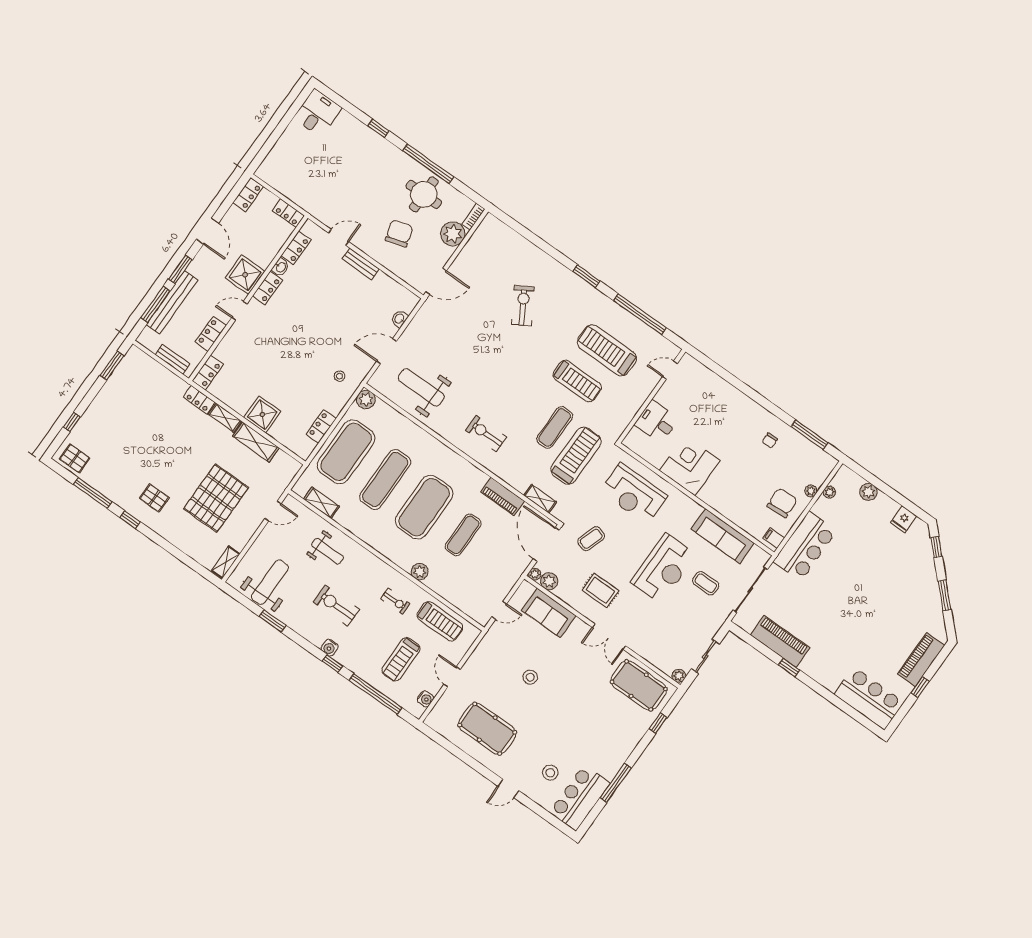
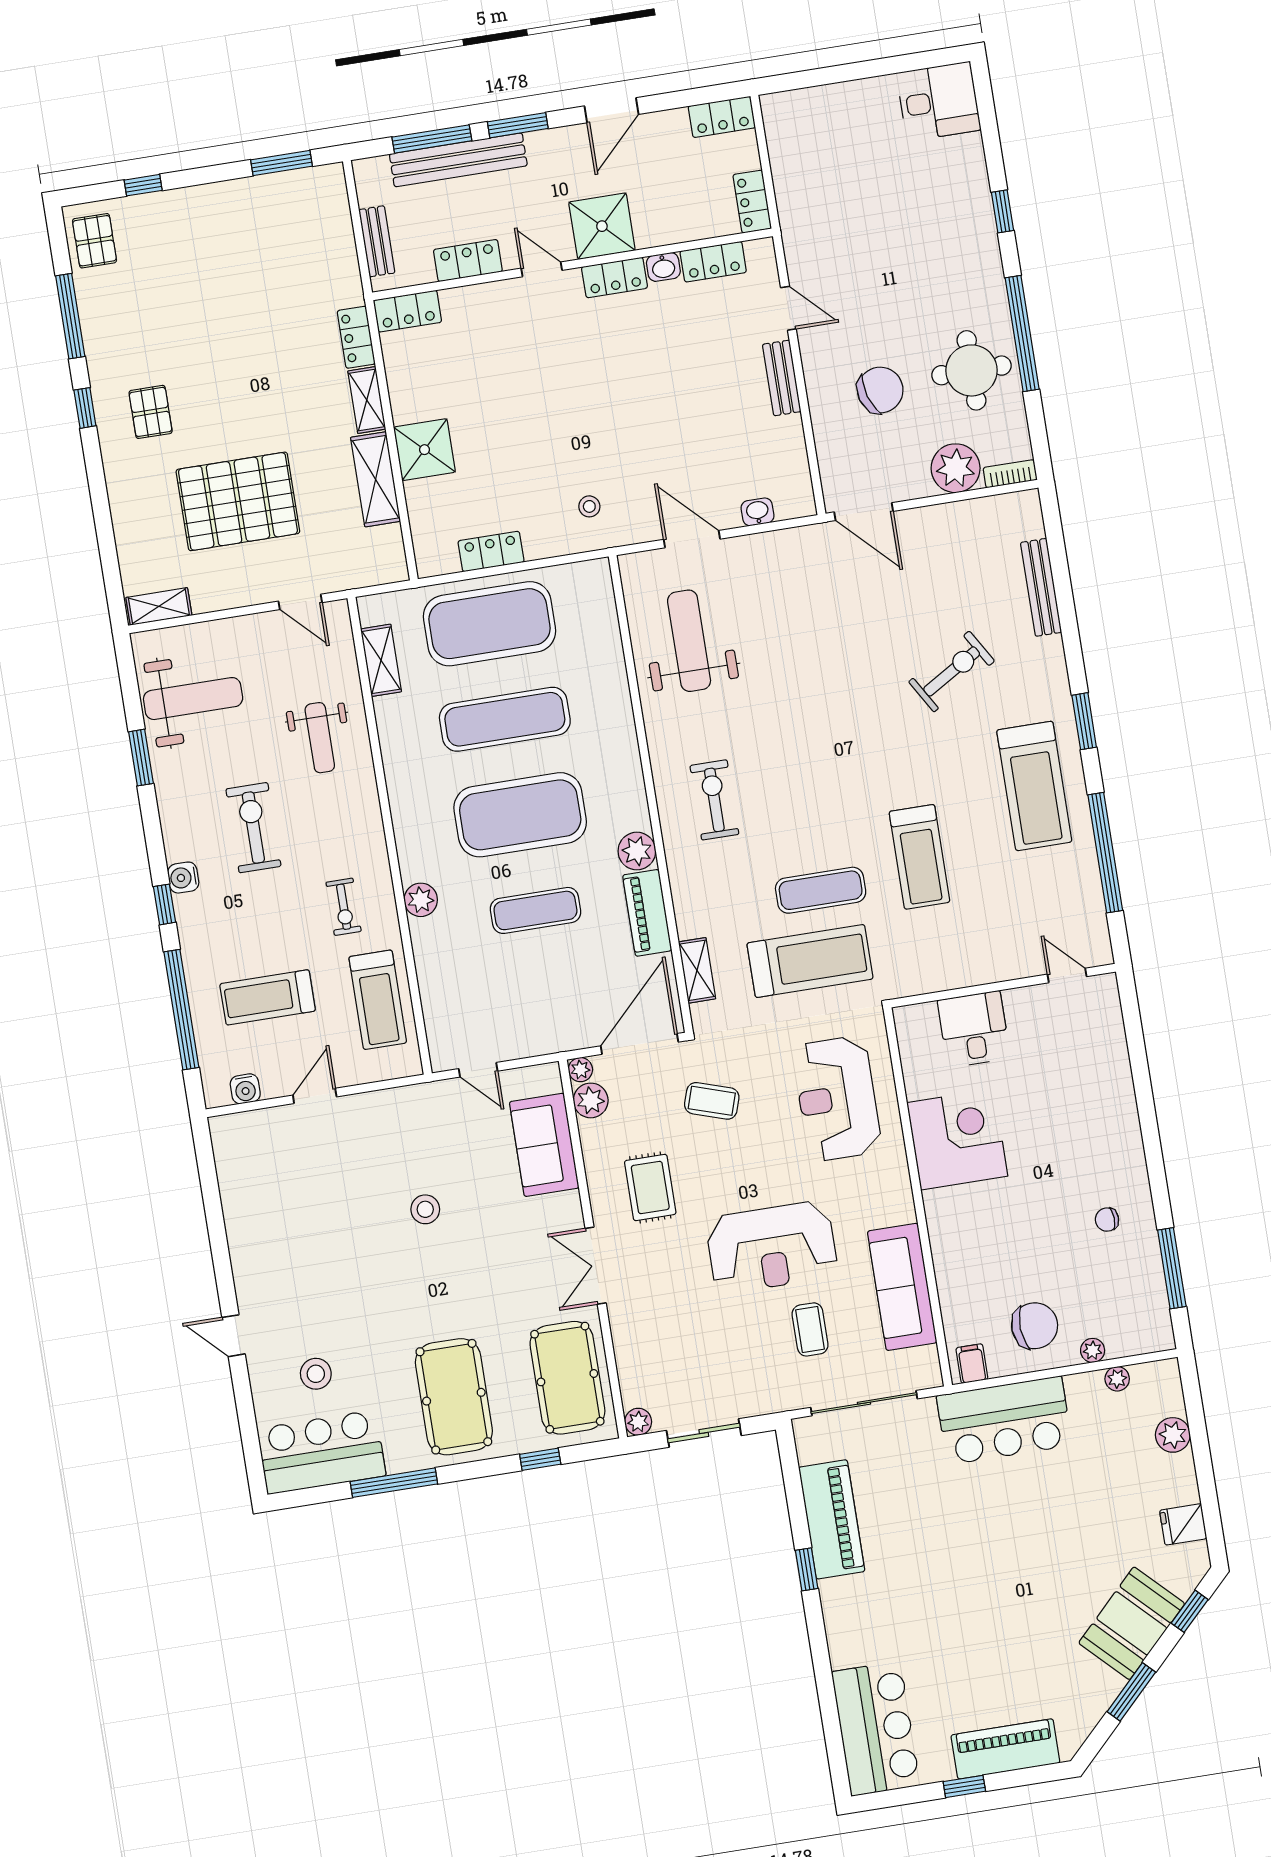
bench: (524, 245) -> (1041, 587), added
treadmill: (607, 350) -> (1034, 786), moved, turned 180
plant: (366, 399) -> (637, 851), moved
booth: (921, 572) -> (1132, 1623), added
pool table: (487, 729) -> (454, 1397), moved

